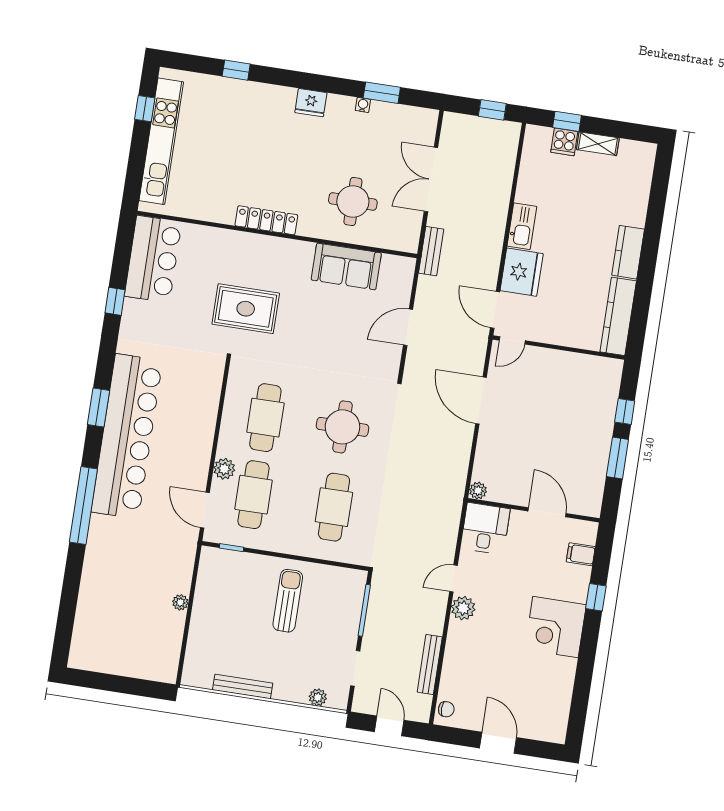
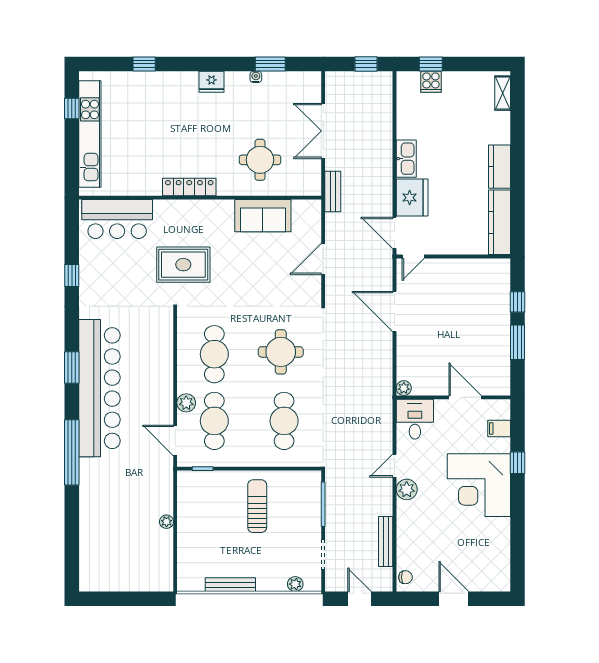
shelving: (598, 144) -> (503, 93), moved, turned 90
bar counter: (153, 259) -> (117, 219), moved, turned 90
corner desk: (555, 627) -> (479, 485), width x1.36, depth x1.36

